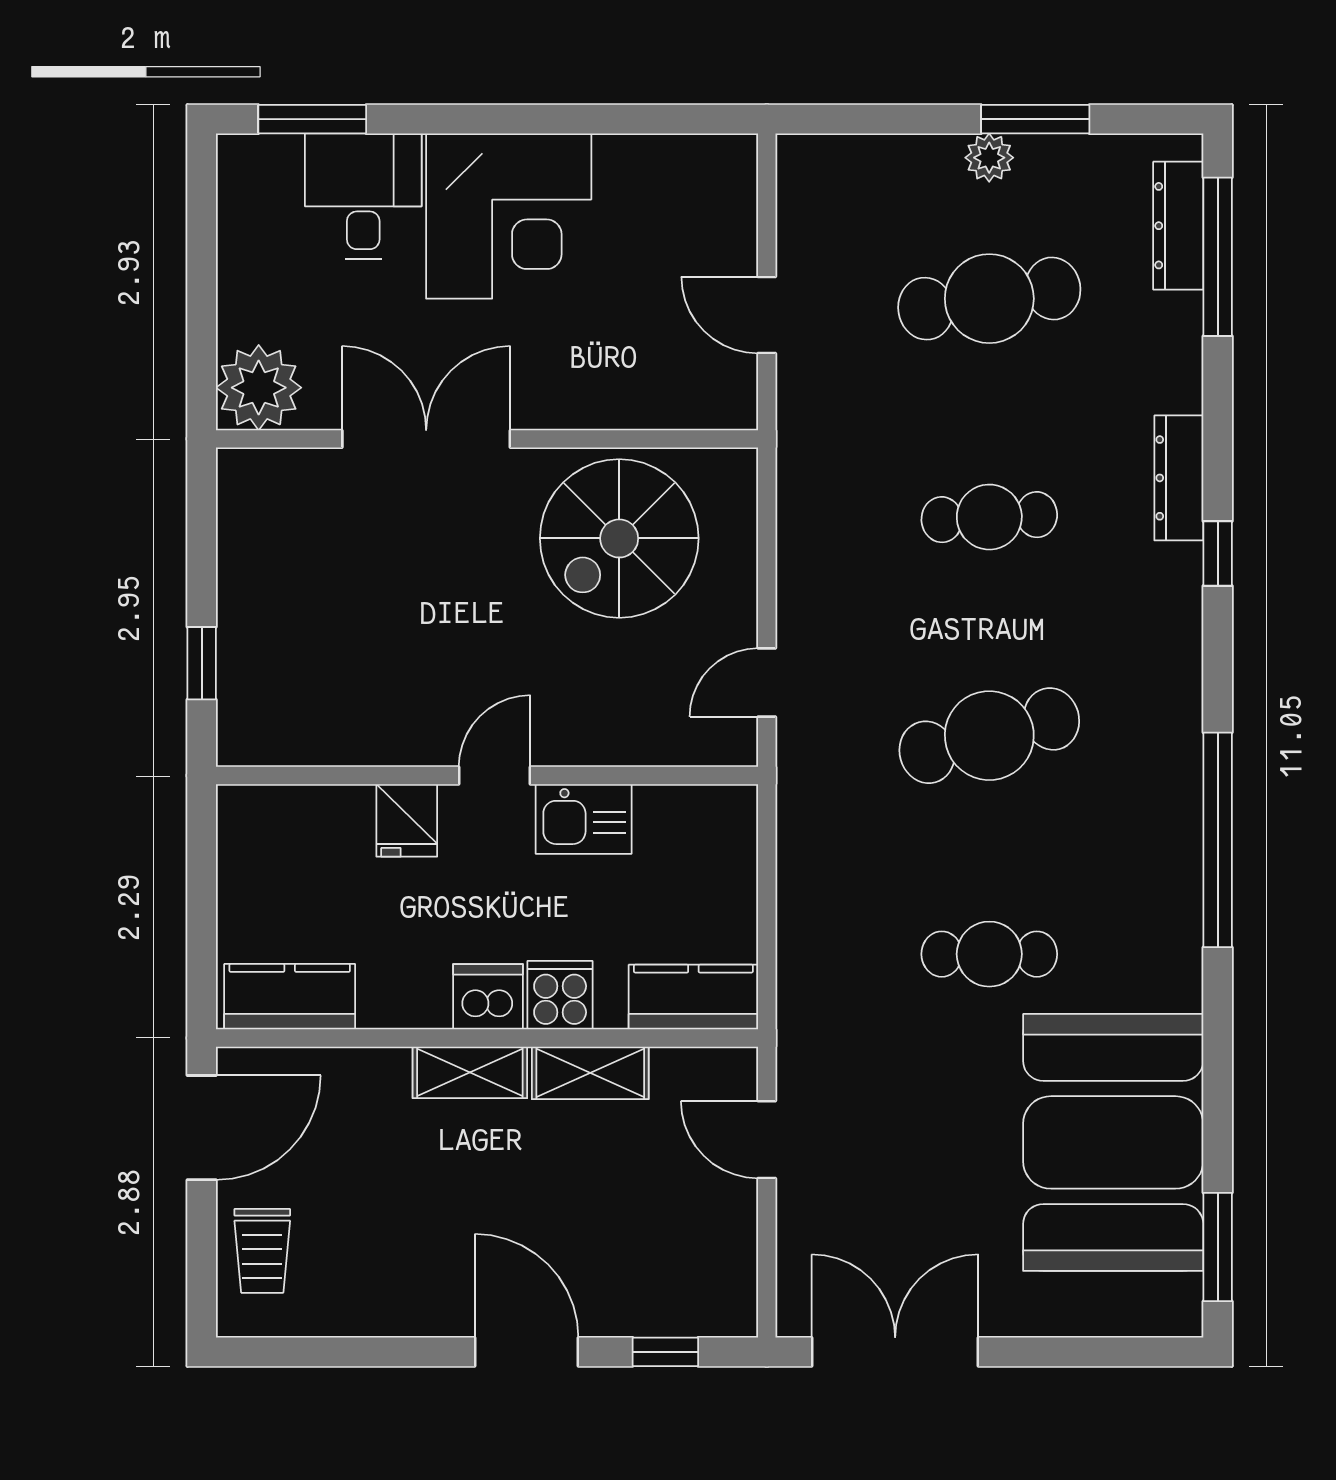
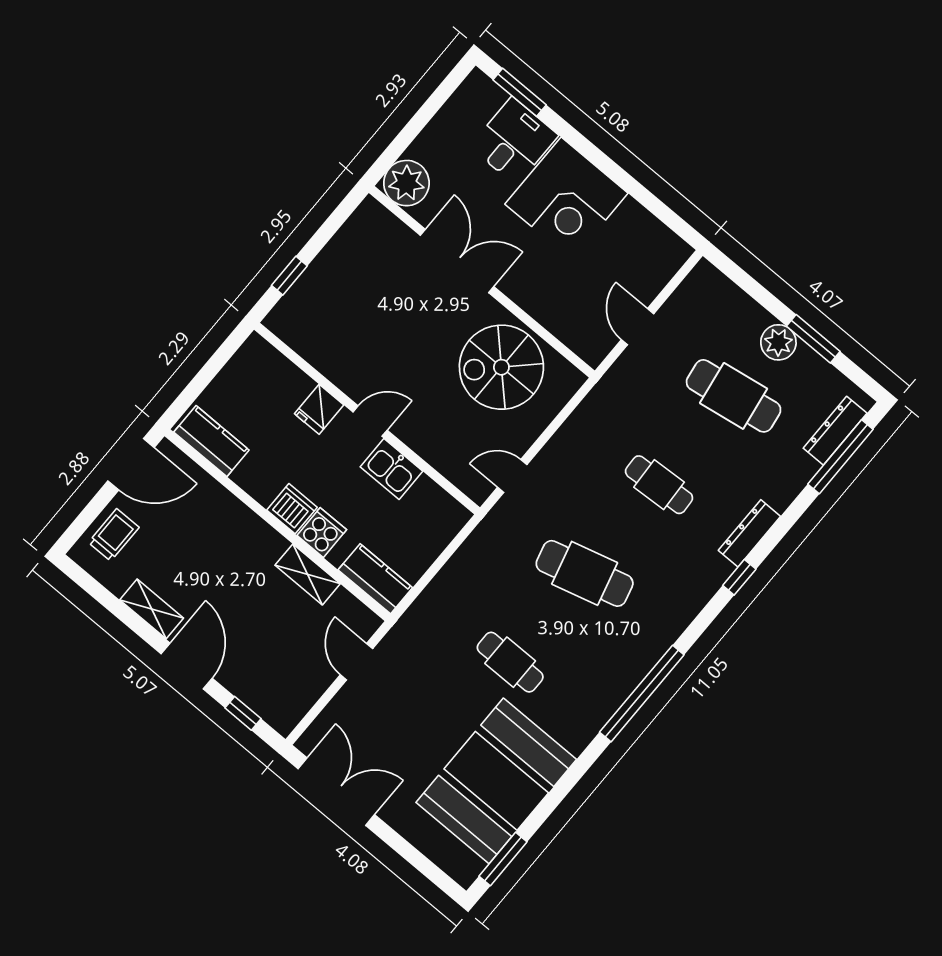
plant: (989, 158) -> (778, 342), width x1.38, depth x1.38
shelving: (470, 1072) -> (152, 609), moved
trolley: (262, 1251) -> (114, 535), turned 180

